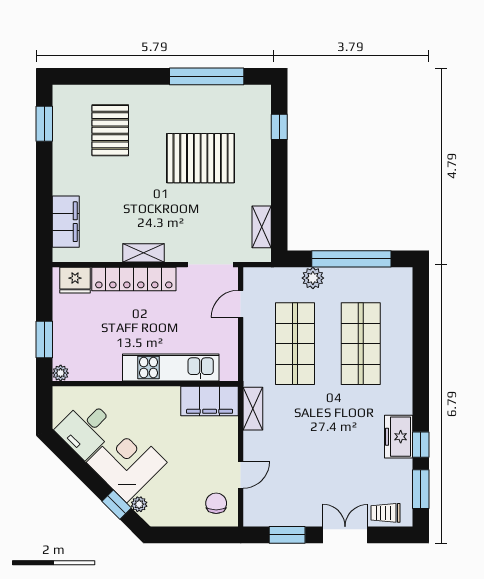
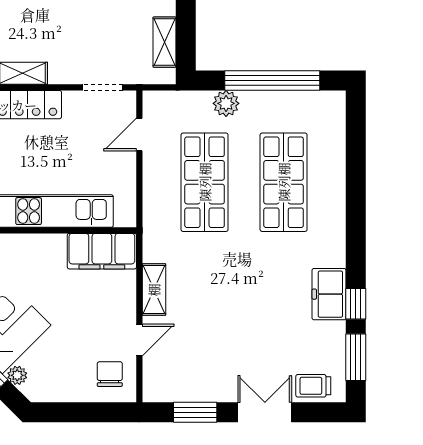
doorway: (210, 265) -> (103, 87), width x0.73
shelving: (253, 409) -> (154, 290), moved

